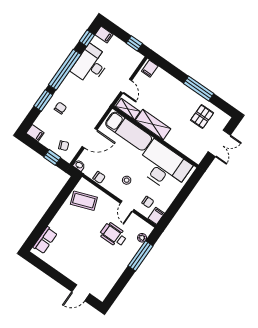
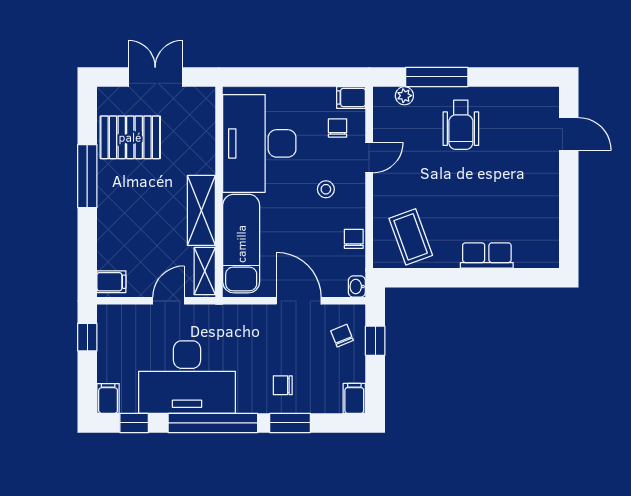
desk: (91, 65) -> (187, 377), width x1.36, depth x1.30
pallet: (202, 117) -> (130, 137), width x1.50, depth x1.42
wheelchair: (113, 235) -> (461, 125), moved
row of seats: (45, 240) -> (487, 255), moved

